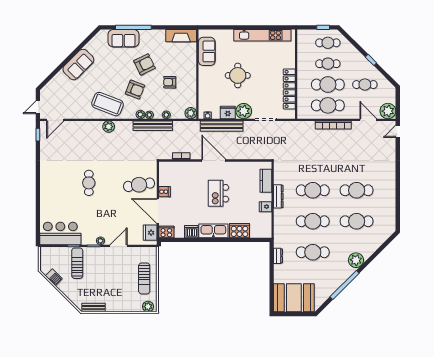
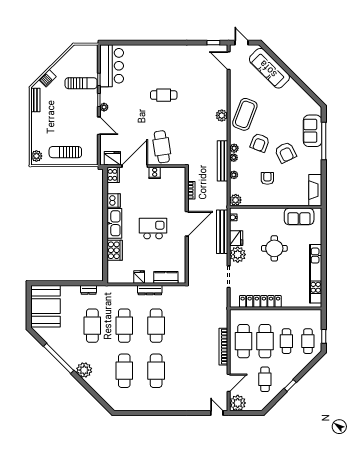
sofa: (78, 65) -> (269, 68), moved, width x1.36
barbecue: (54, 277) -> (48, 78), moved

